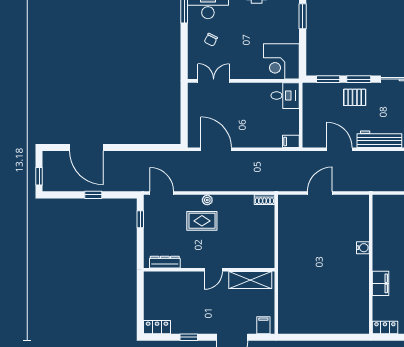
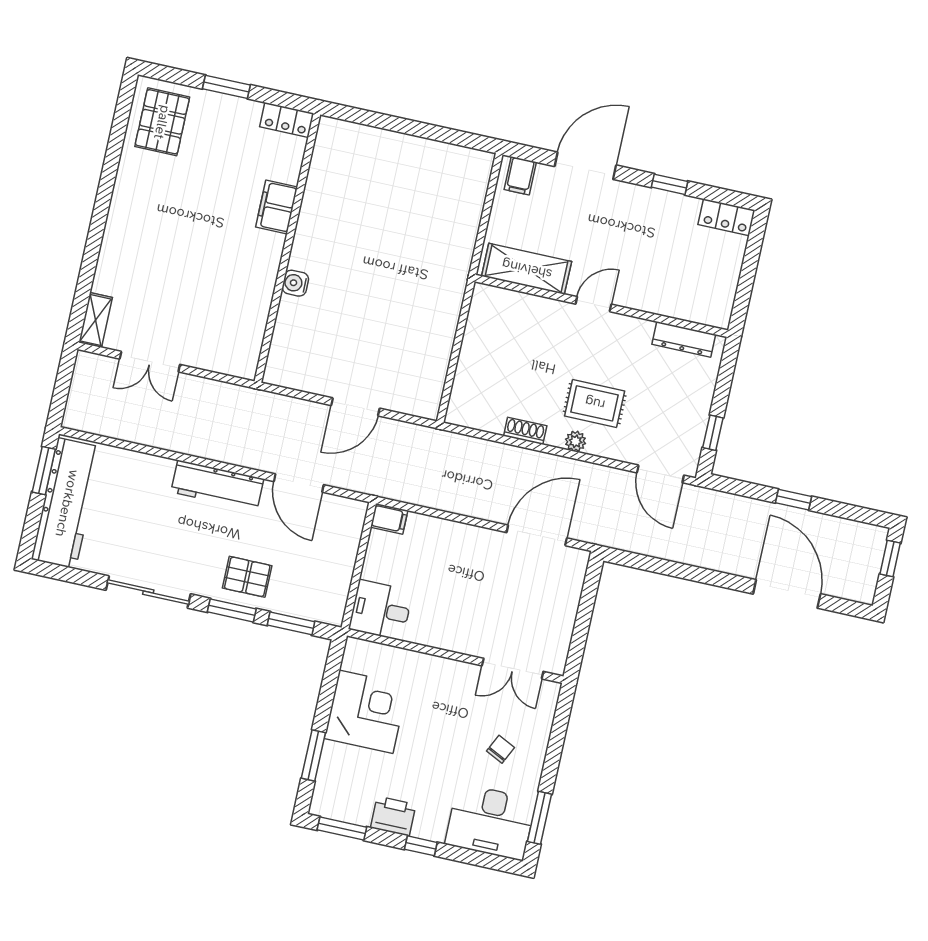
corner desk: (281, 61) -> (366, 712), moved
door: (216, 149) -> (537, 535), swing flipped
shoe rack: (264, 200) -> (525, 431), moved

